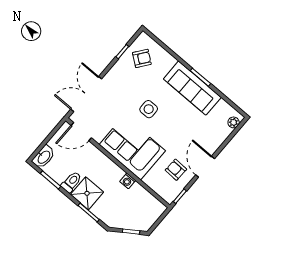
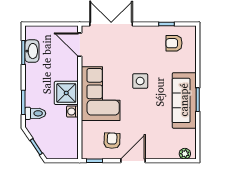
armchair: (142, 58) -> (174, 43), turned 143
washbasin: (44, 157) -> (32, 51), moved, turned -90
toilet: (71, 182) -> (35, 113), moved
shower: (87, 193) -> (66, 93), moved

